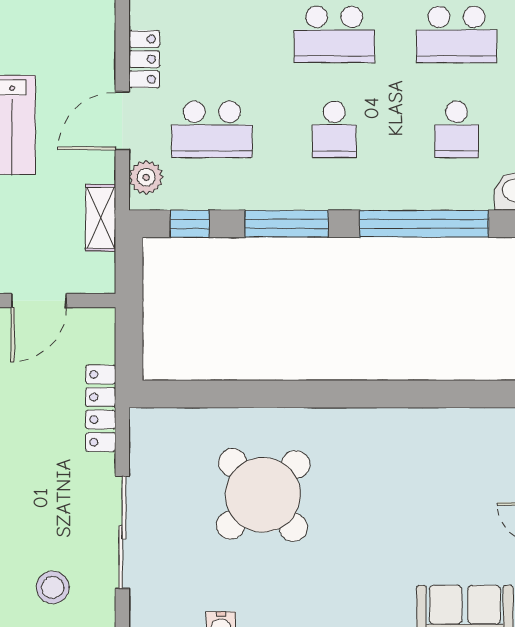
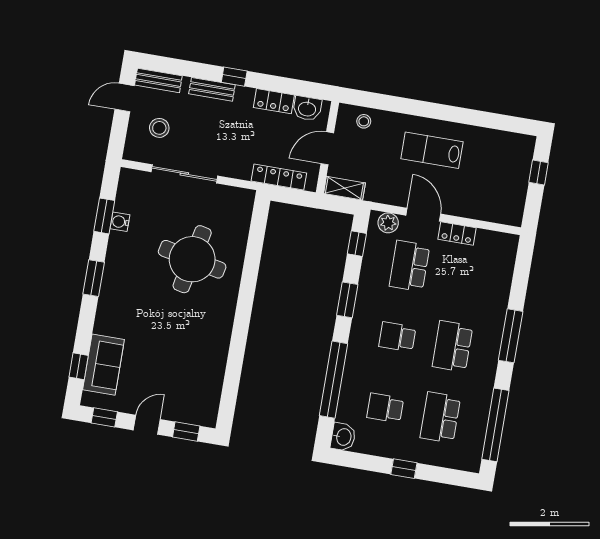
shelving: (101, 218) -> (344, 188), moved
window: (287, 224) -> (347, 300), width x0.69
door: (39, 301) -> (327, 148), hinge flipped
locker: (101, 408) -> (279, 177), moved
round table: (263, 495) -> (192, 259), turned -35

